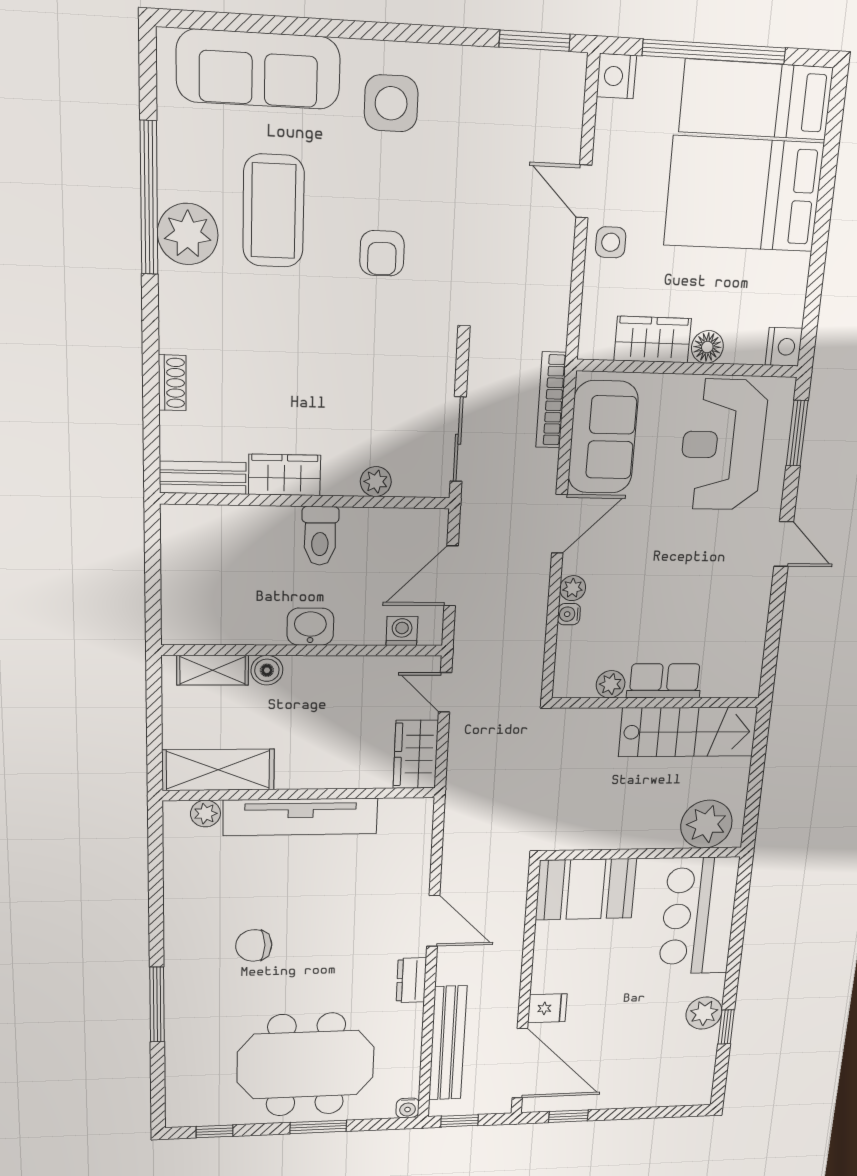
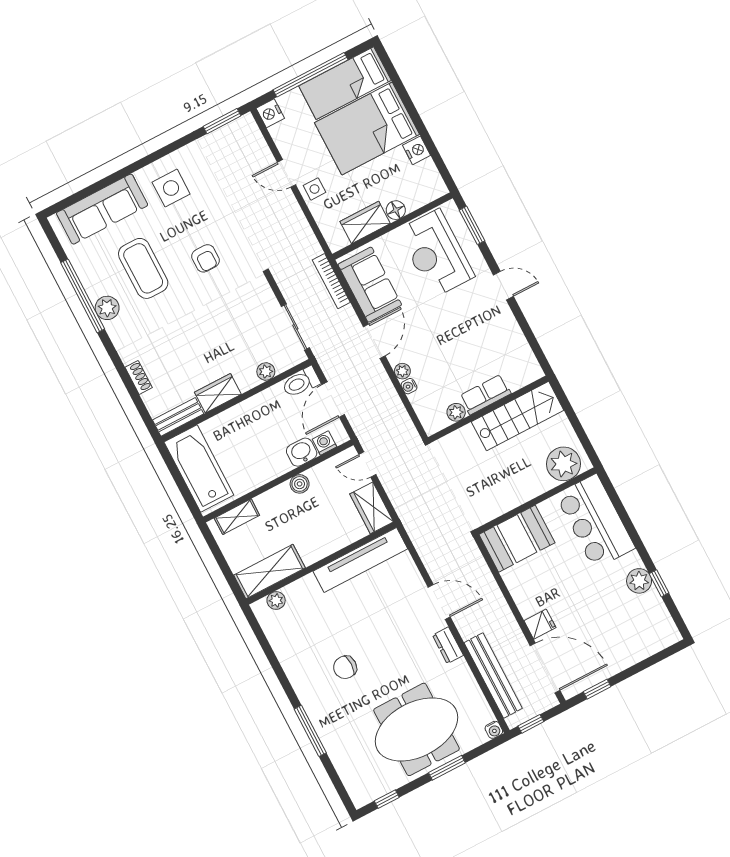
plant: (188, 234) -> (107, 308), width x0.73, depth x0.73
nightstand: (784, 347) -> (417, 150), moved
toilet: (320, 536) -> (301, 382), moved, turned 90
bathtub: (193, 572) -> (199, 468), added
washbasin: (310, 627) -> (302, 452), moved
boiler: (267, 670) -> (300, 484), moved
tv unit: (301, 817) -> (360, 560), moved

